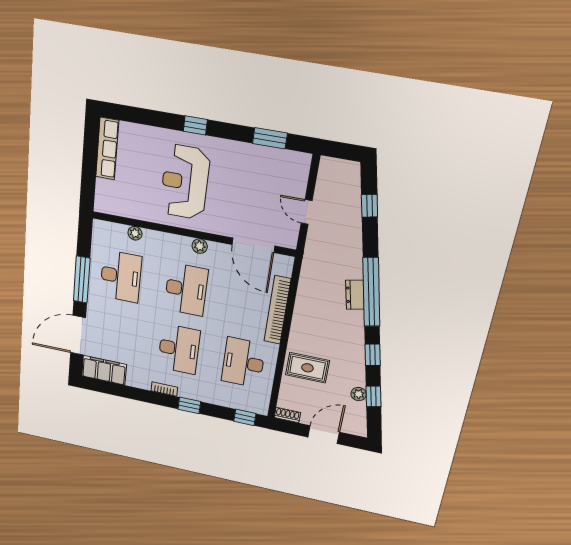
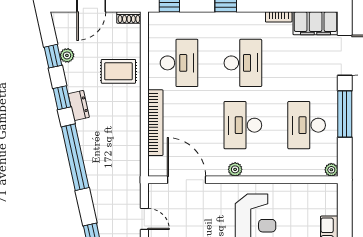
plant: (135, 233) -> (331, 170), moved
dresser: (355, 295) -> (79, 106), moved
desk: (179, 349) -> (243, 63), turned 180
bookcase: (164, 389) -> (279, 17), moved

